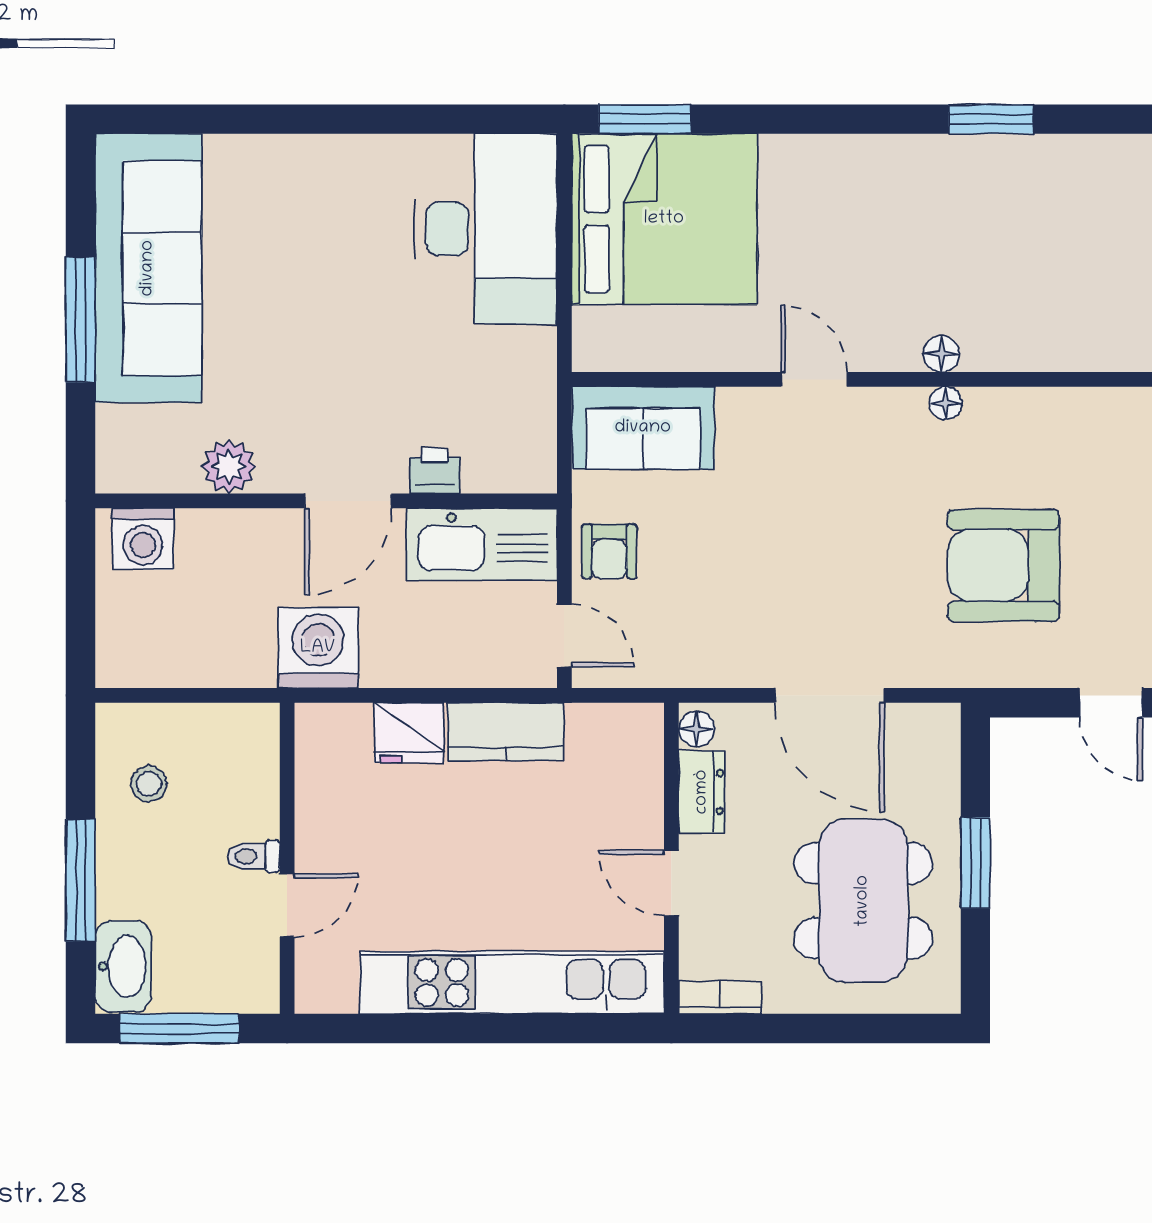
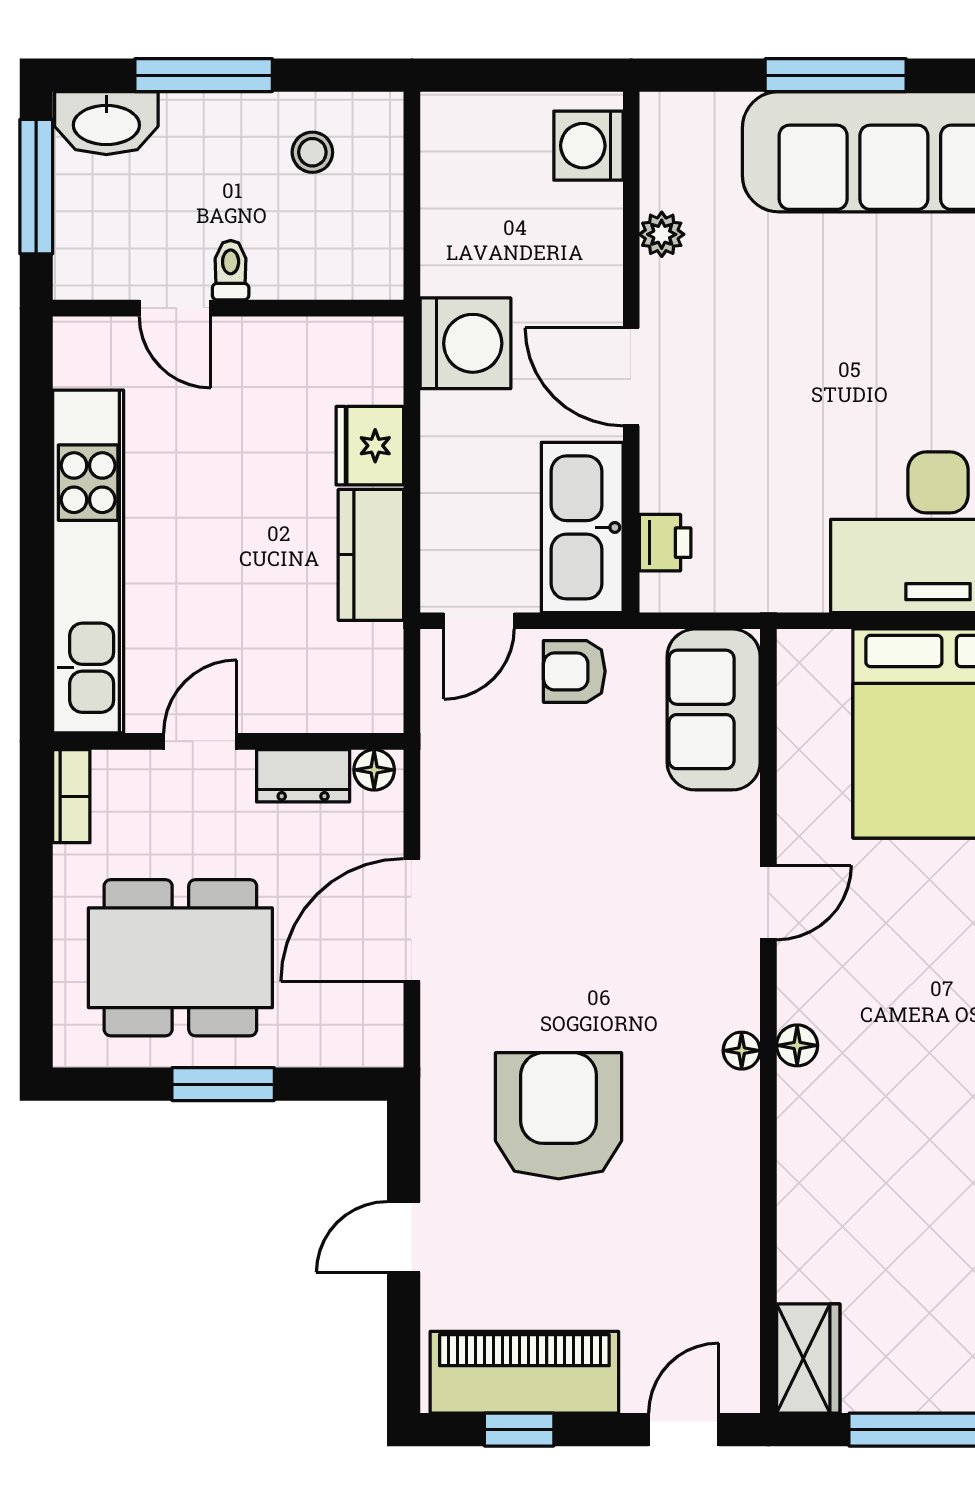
plant: (229, 467) -> (662, 234), width x0.73, depth x0.73
printer: (435, 471) -> (665, 543), moved

